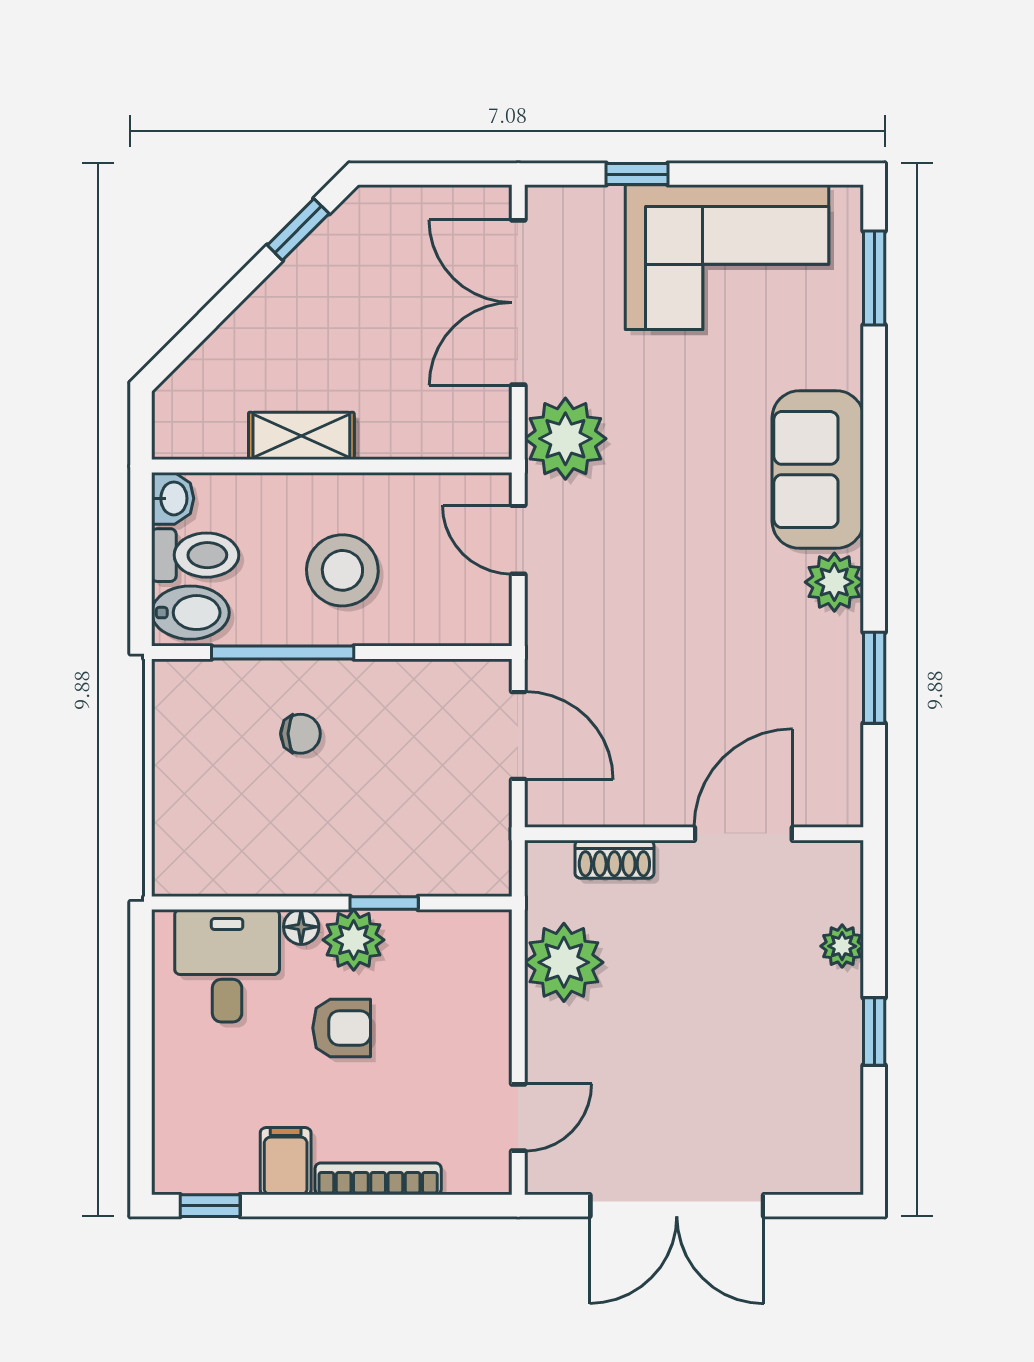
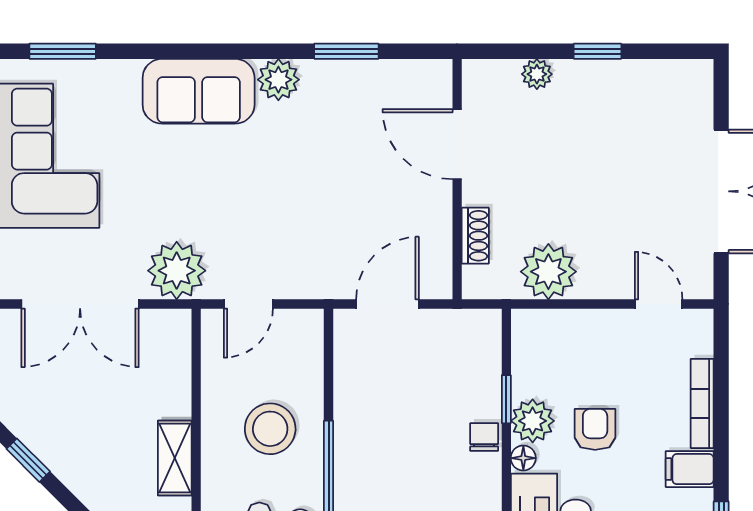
chair: (301, 734) -> (484, 437), moved

